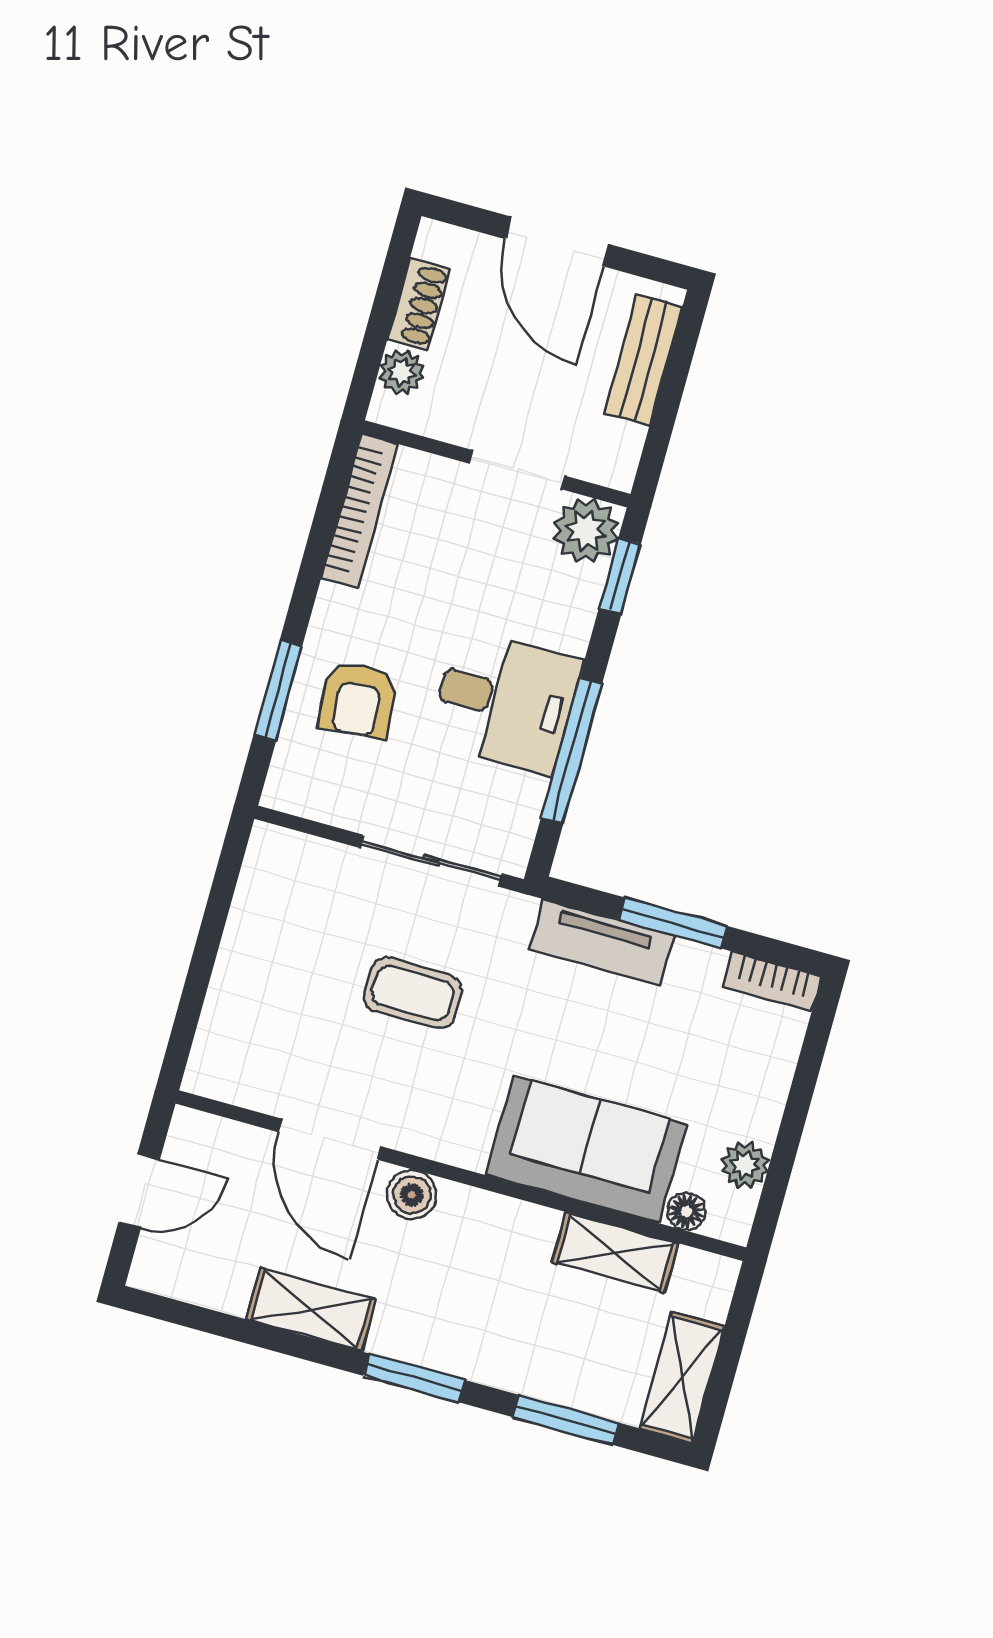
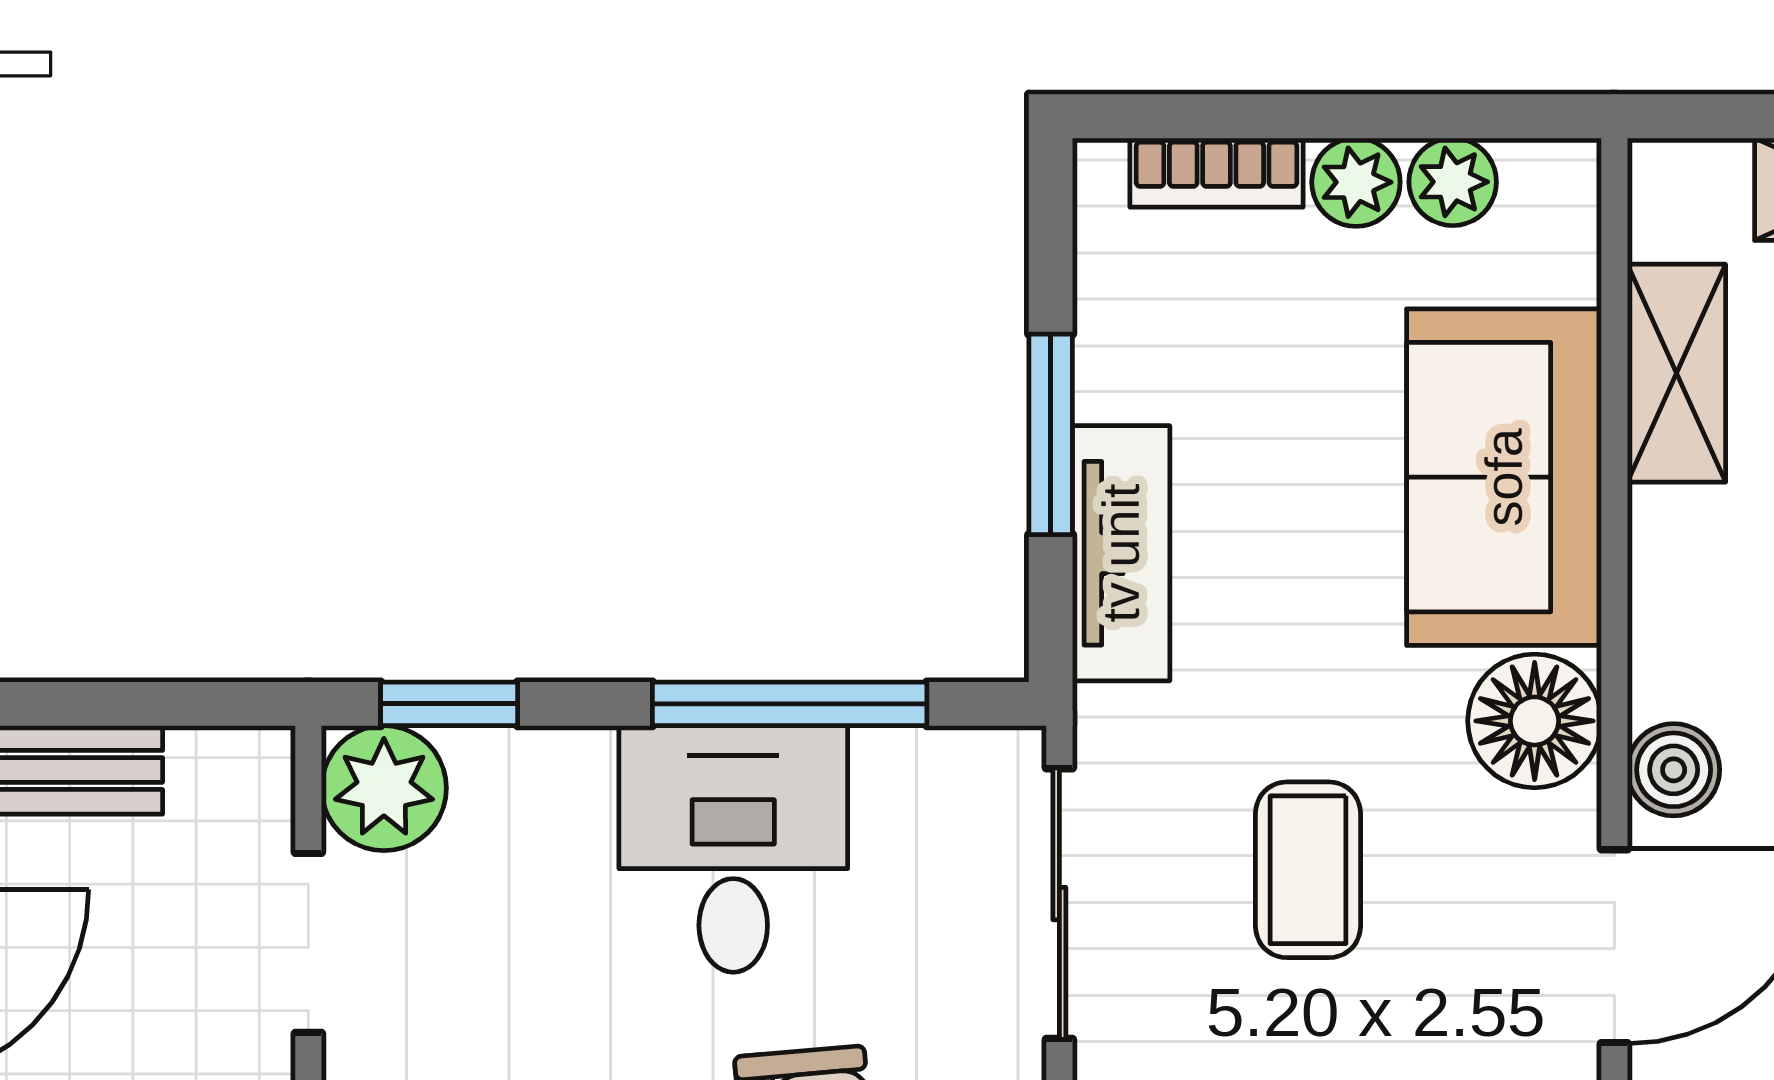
bookcase: (772, 982) -> (1216, 173), moved, turned 90
plant: (759, 1115) -> (1356, 182), added
floor lamp: (686, 1211) -> (1535, 721), moved, width x1.89, depth x1.89

